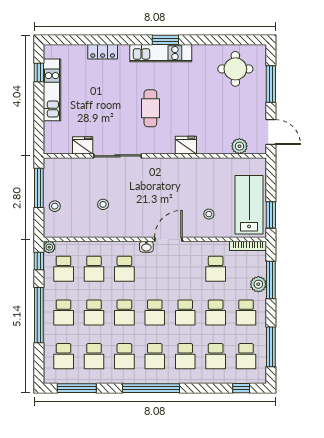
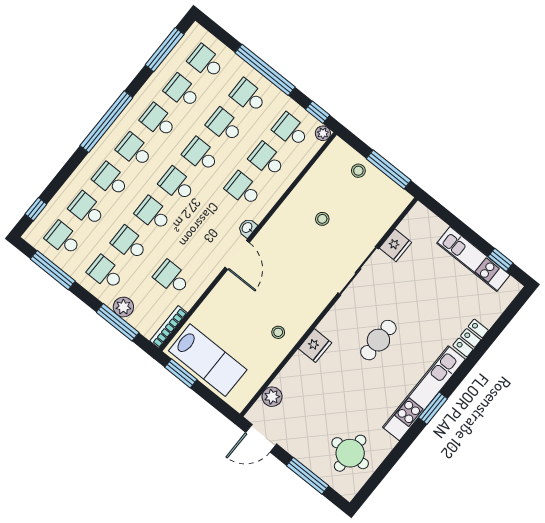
kitchen unit: (161, 53) -> (424, 393), width x1.36
cafe table: (150, 108) -> (378, 340), turned 90
stool: (209, 214) -> (278, 332), moved

